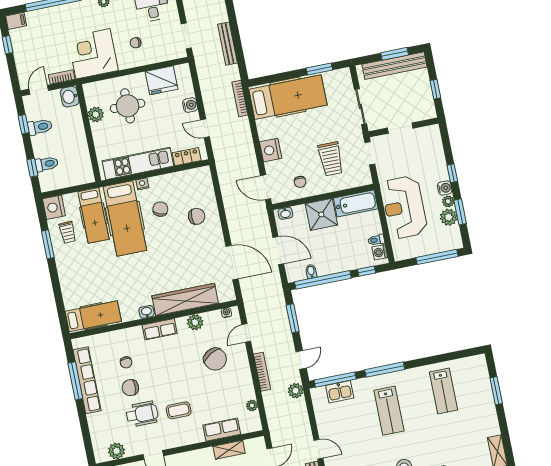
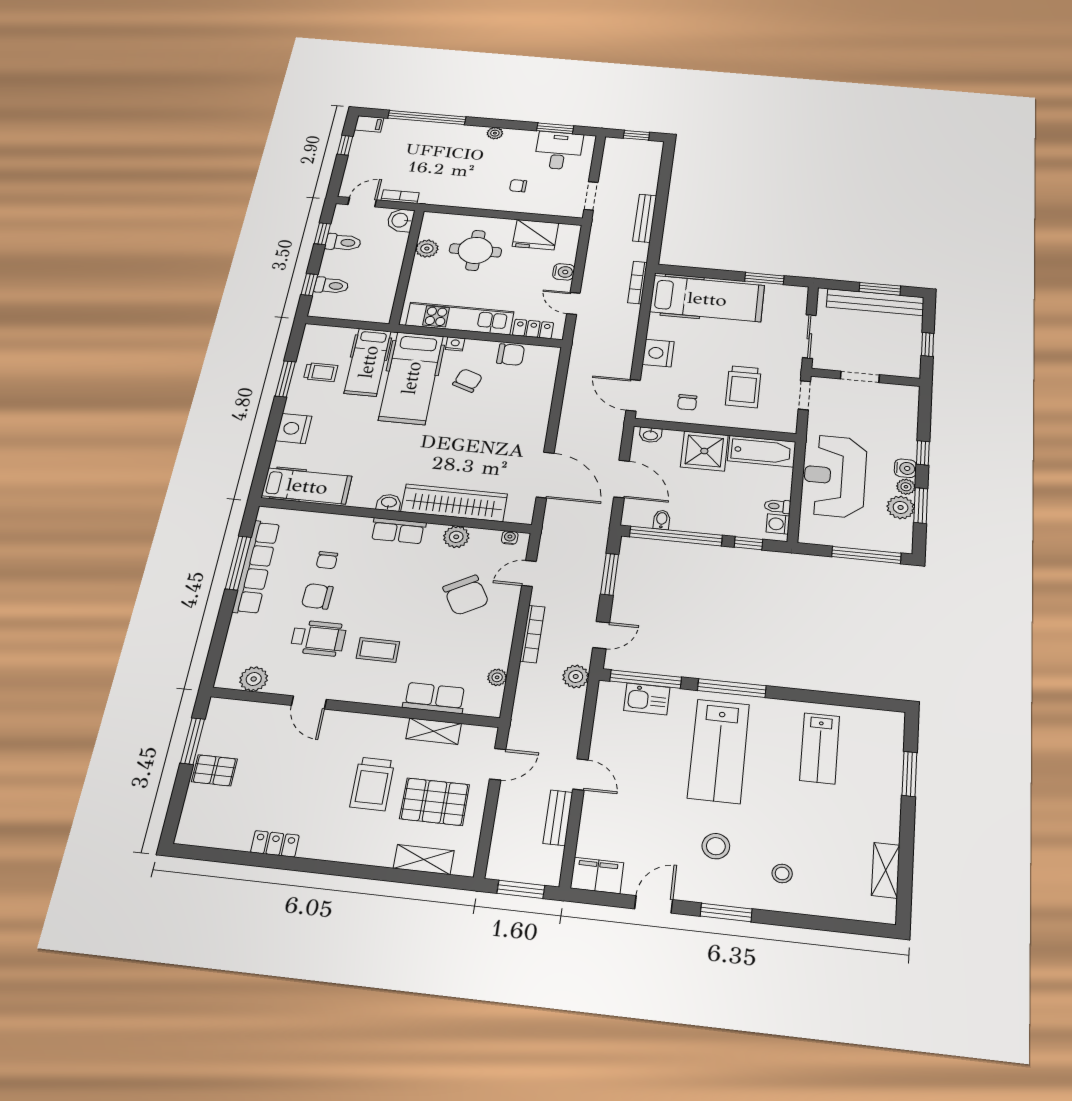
corner desk: (93, 54) -> (455, 183), removed
nightstand: (54, 207) -> (294, 429), moved
chair: (197, 216) -> (511, 355), moved
trolley: (68, 232) -> (321, 372), turned -88
lab bench: (389, 411) -> (719, 751), width x1.36, depth x1.39

